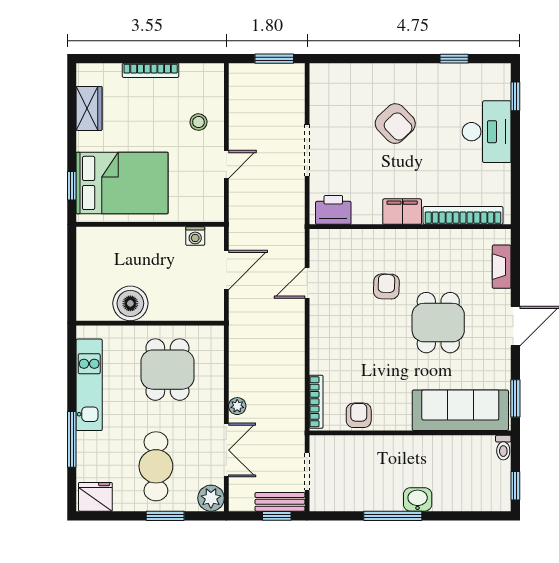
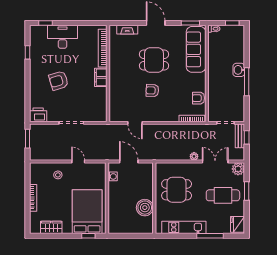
armchair: (395, 124) -> (59, 81), turned -153
printer: (333, 210) -> (38, 115), moved, turned 90
armchair: (386, 286) -> (152, 90), moved

